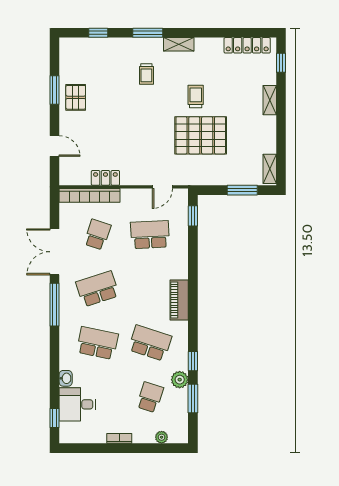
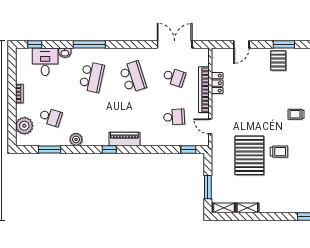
pallet: (76, 97) -> (278, 61), turned 90
shelving: (270, 100) -> (247, 208), moved
bookcase: (90, 195) -> (204, 90), moved
school desk: (150, 235) -> (174, 117), width x0.54
double door: (55, 252) -> (175, 44), moved
window: (55, 305) -> (89, 44), moved
school desk: (150, 343) -> (92, 117), removed
window: (193, 361) -> (109, 150), moved
plant: (180, 380) -> (76, 139), moved
plant: (162, 437) -> (24, 126), width x1.87, depth x1.87

